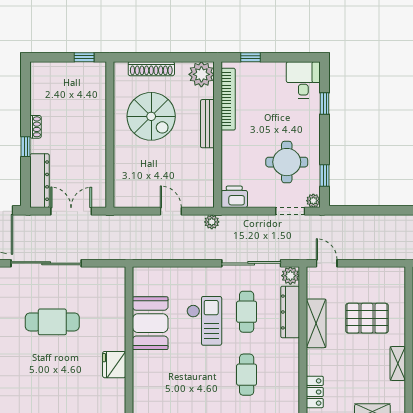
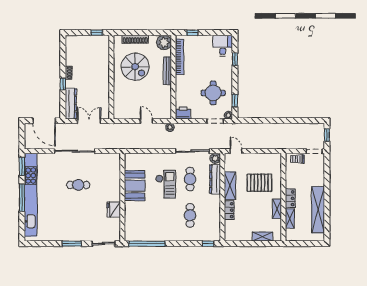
cafe table: (52, 322) -> (78, 185), width x0.73, depth x0.74
locker: (315, 392) -> (229, 210), moved

